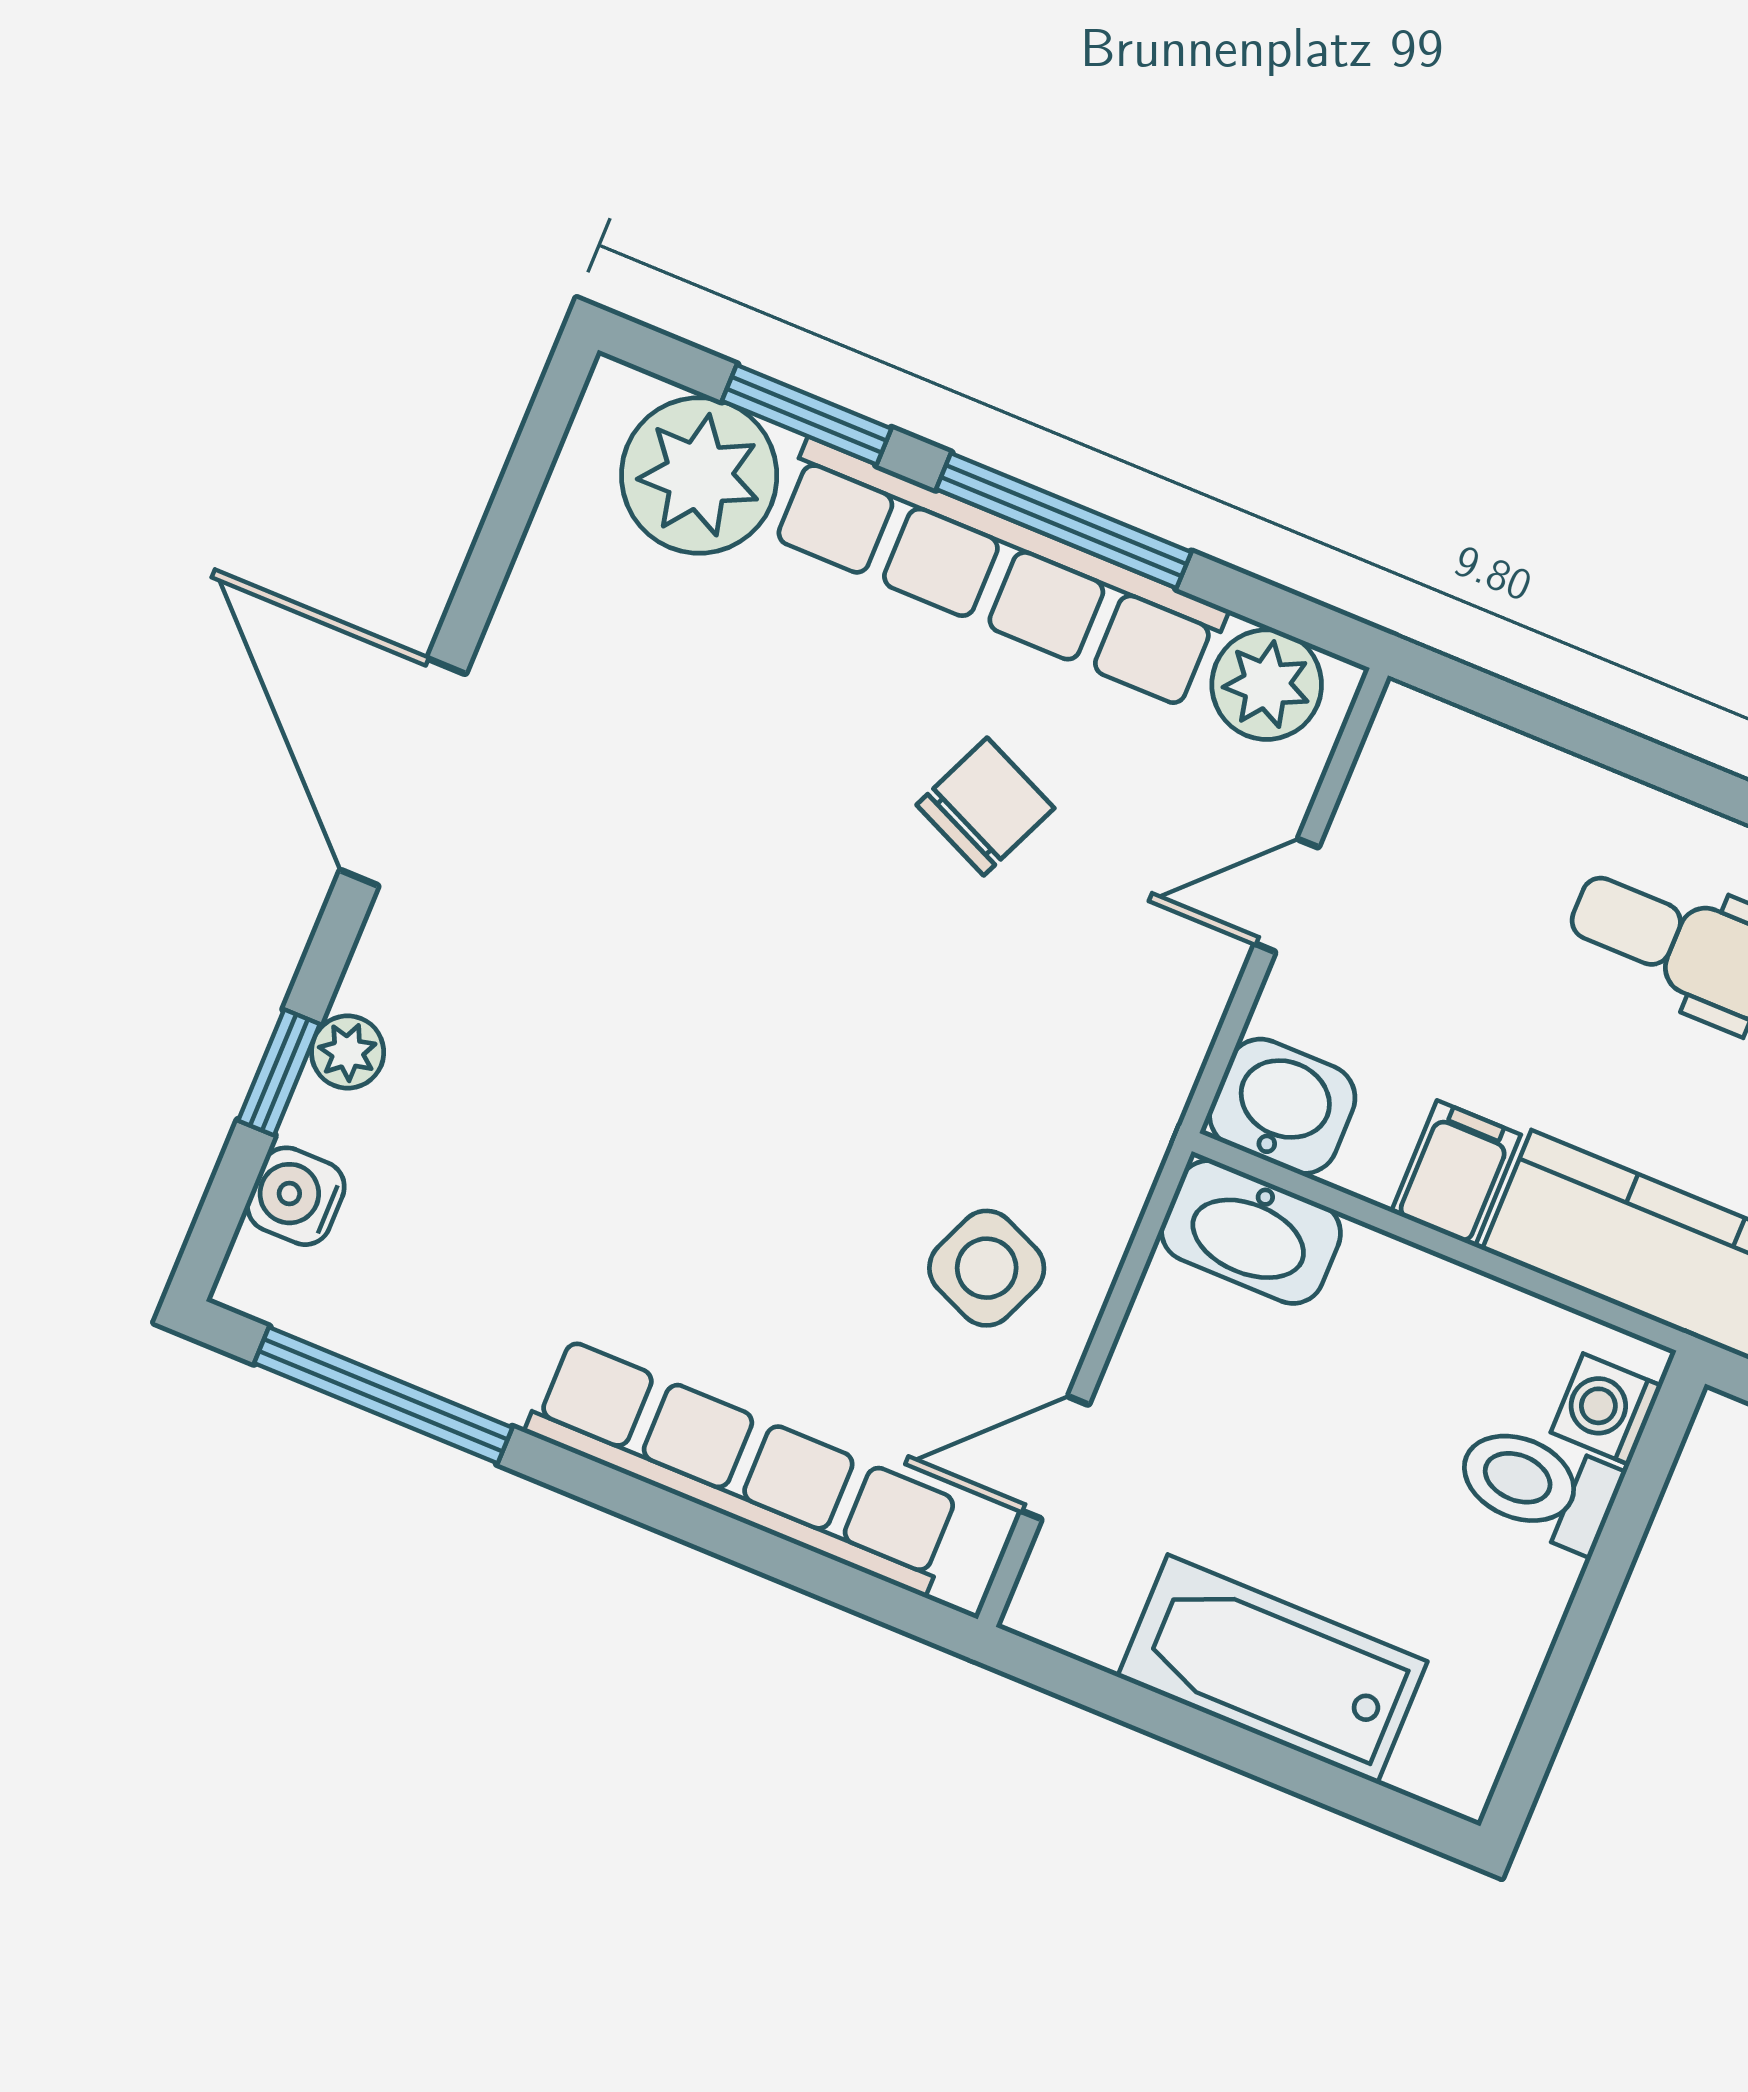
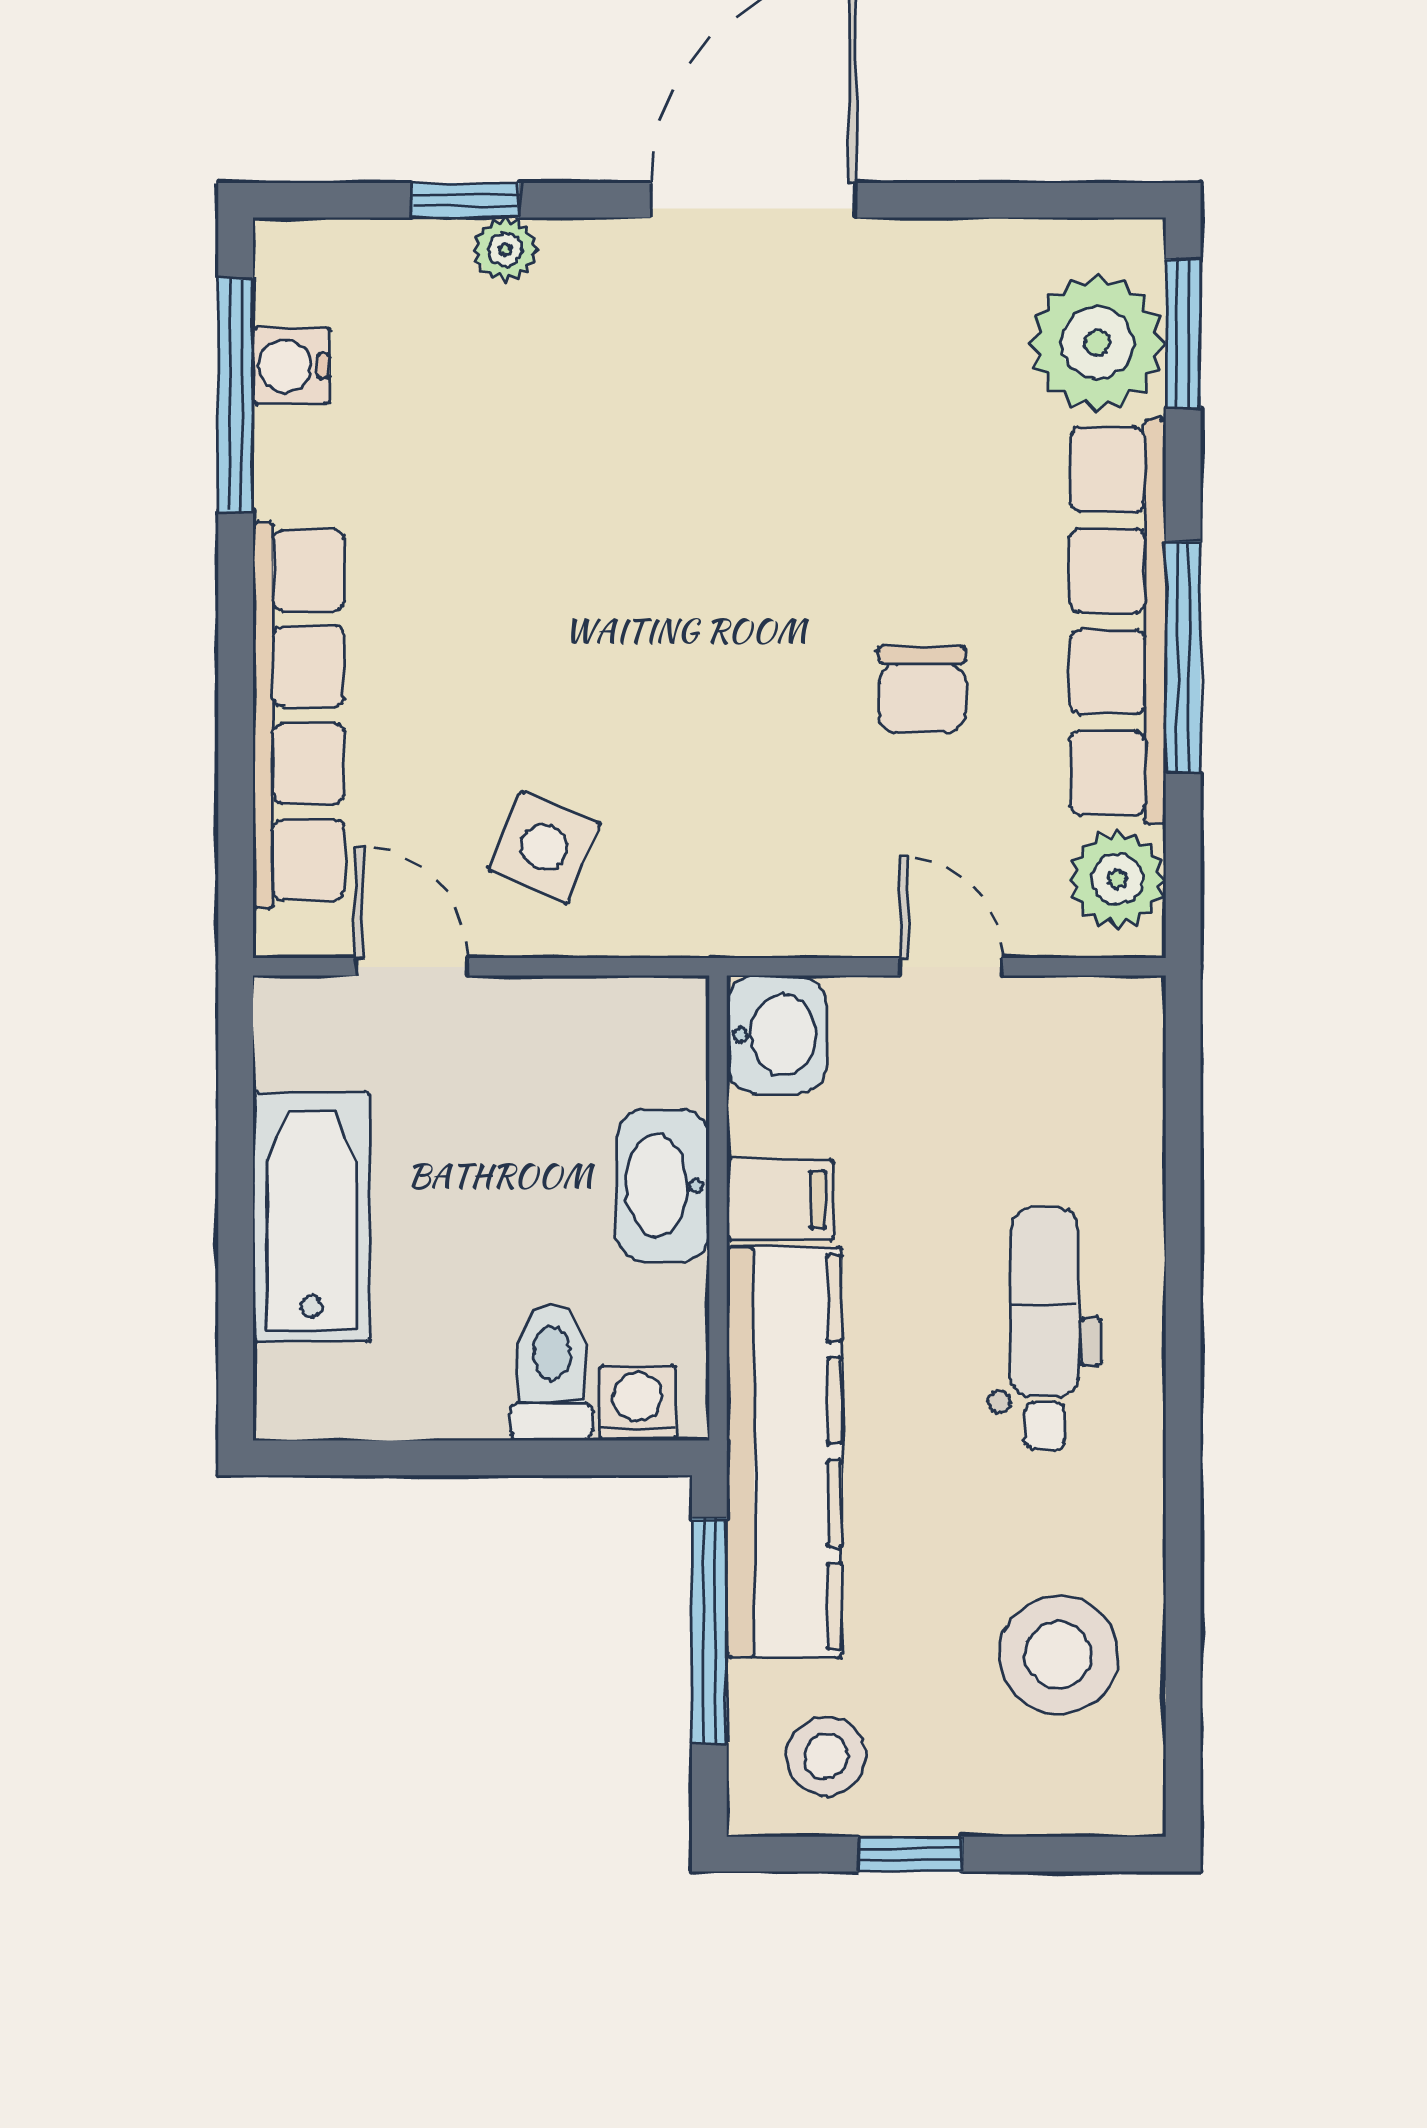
window: (807, 415) -> (1183, 334), moved
chair: (985, 807) -> (922, 690), turned 66
water cooler: (296, 1196) -> (291, 366), moved, turned -90
washbasin: (1251, 1232) -> (663, 1185), moved

